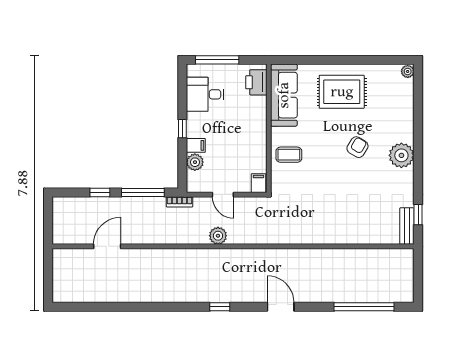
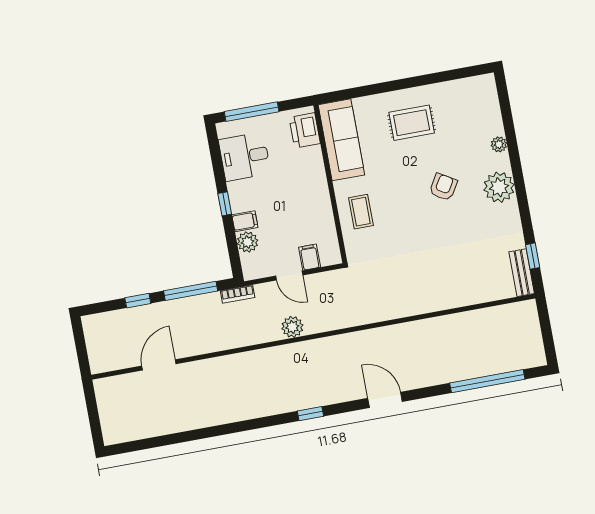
plant: (408, 71) -> (499, 144), moved
rug: (342, 92) -> (412, 123), width x0.73, depth x0.70
coffee table: (289, 155) -> (361, 212), turned 90
filing cabinet: (258, 183) -> (310, 257), moved

